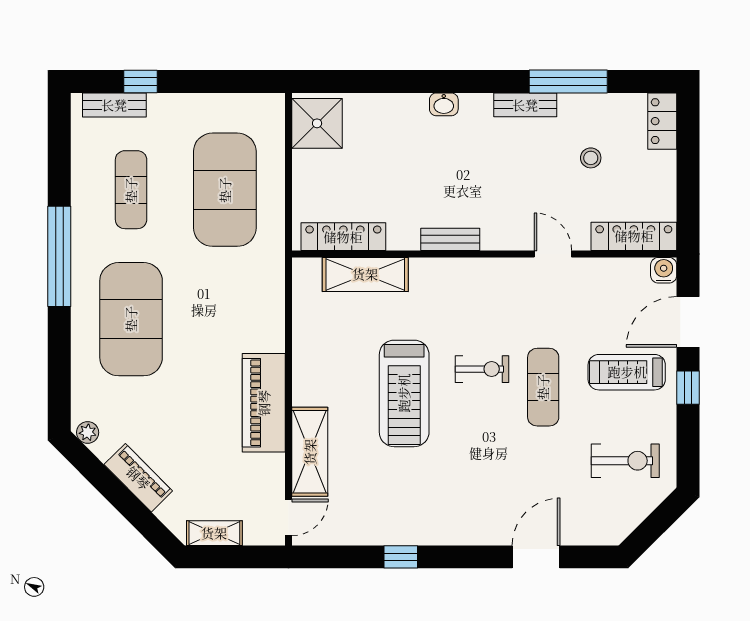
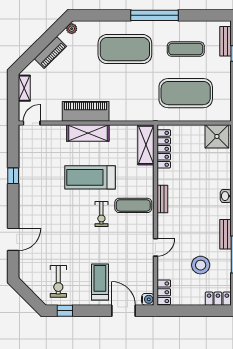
stool: (591, 158) -> (201, 265), width x1.89, depth x1.89
locker: (634, 236) -> (164, 292), width x0.66
shelving: (365, 274) -> (146, 145), moved
exercise mat: (543, 387) -> (133, 205), moved
window: (688, 388) -> (65, 311), moved
shelving: (310, 452) -> (88, 133), moved
door: (289, 517) -> (32, 123), swing flipped
door: (536, 557) -> (13, 239), hinge flipped

